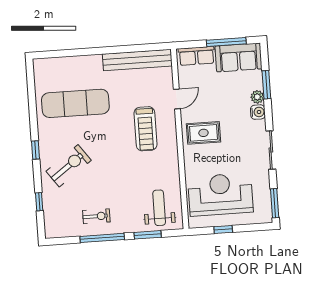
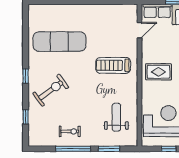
bench: (137, 60) -> (110, 11), removed
door: (177, 99) -> (139, 30), moved
treadmill: (145, 129) -> (113, 65), turned 90
weight bench: (159, 208) -> (116, 117), moved

